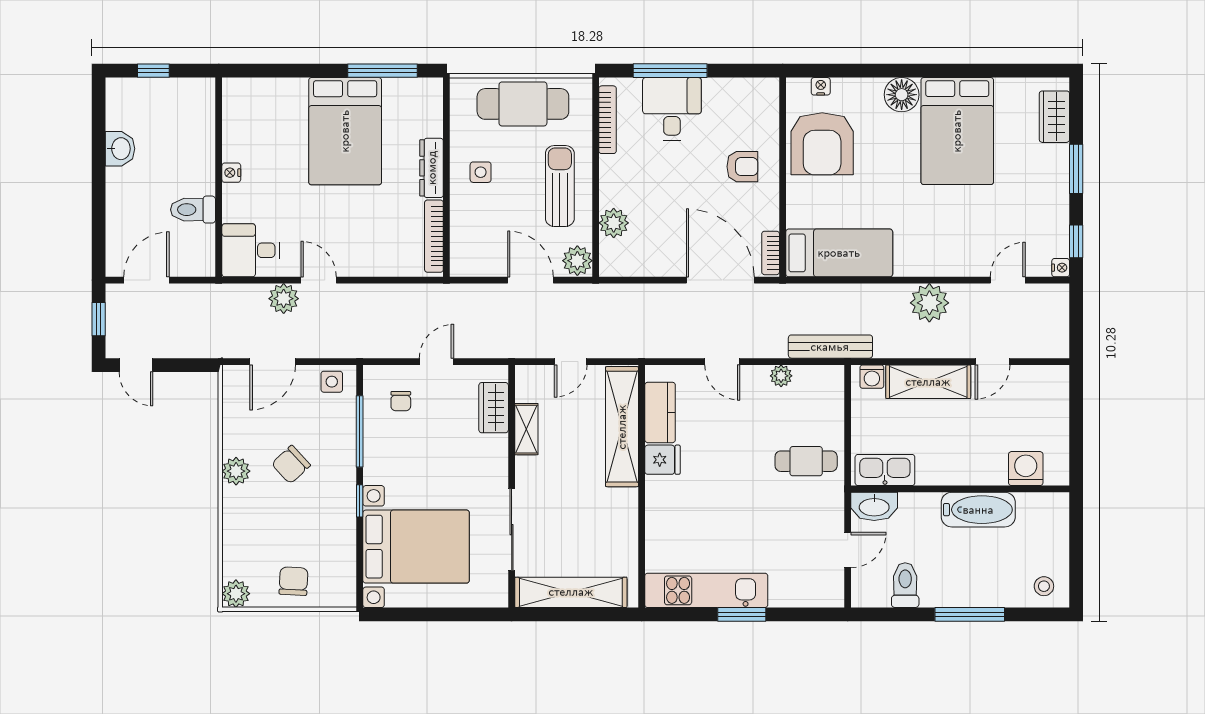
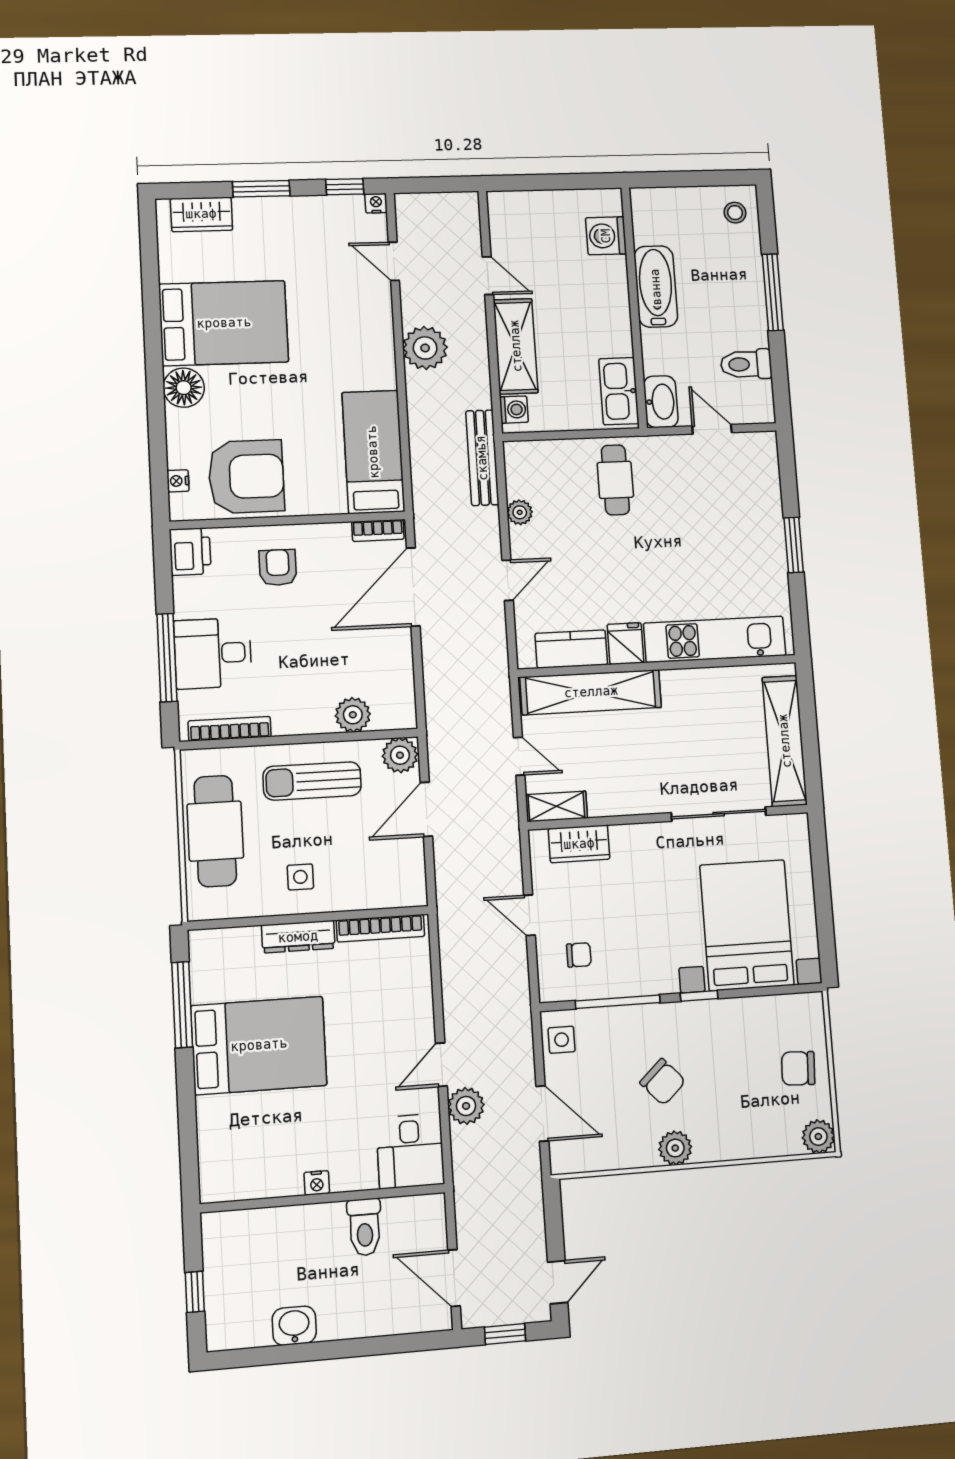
printer: (759, 94) -> (190, 552), added
shelving: (526, 429) -> (556, 806), moved
kitchen unit: (706, 590) -> (715, 639), moved, turned 90

